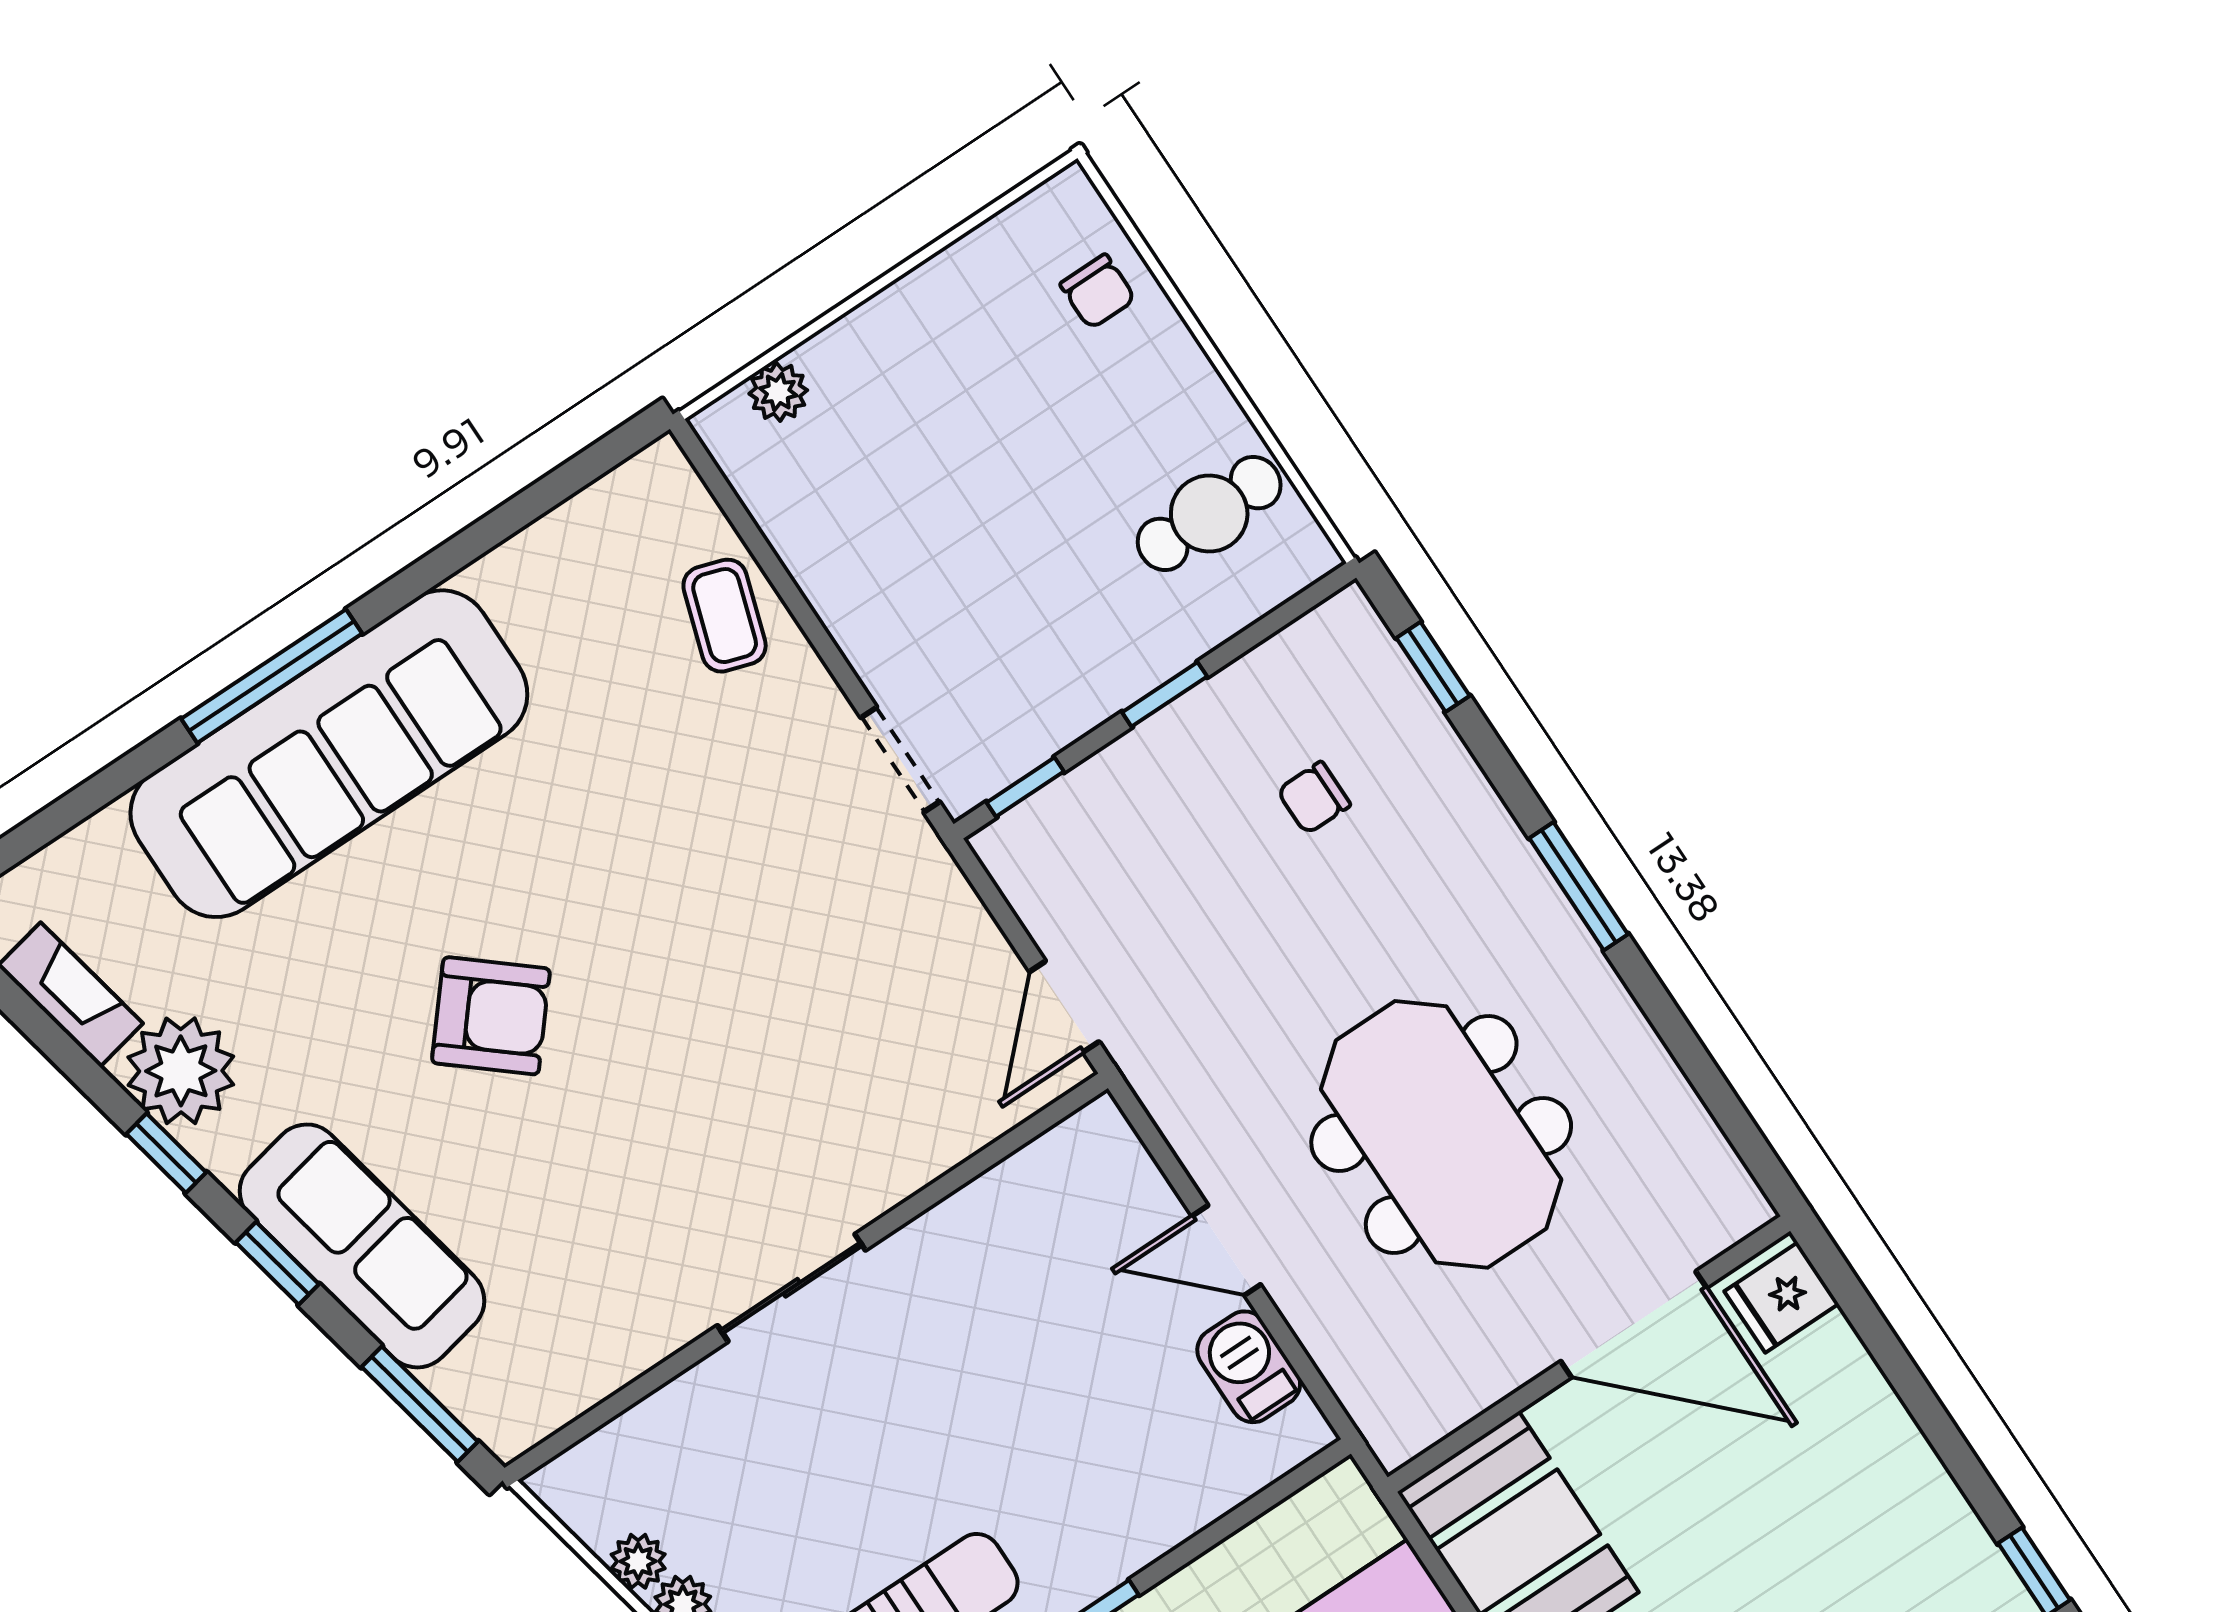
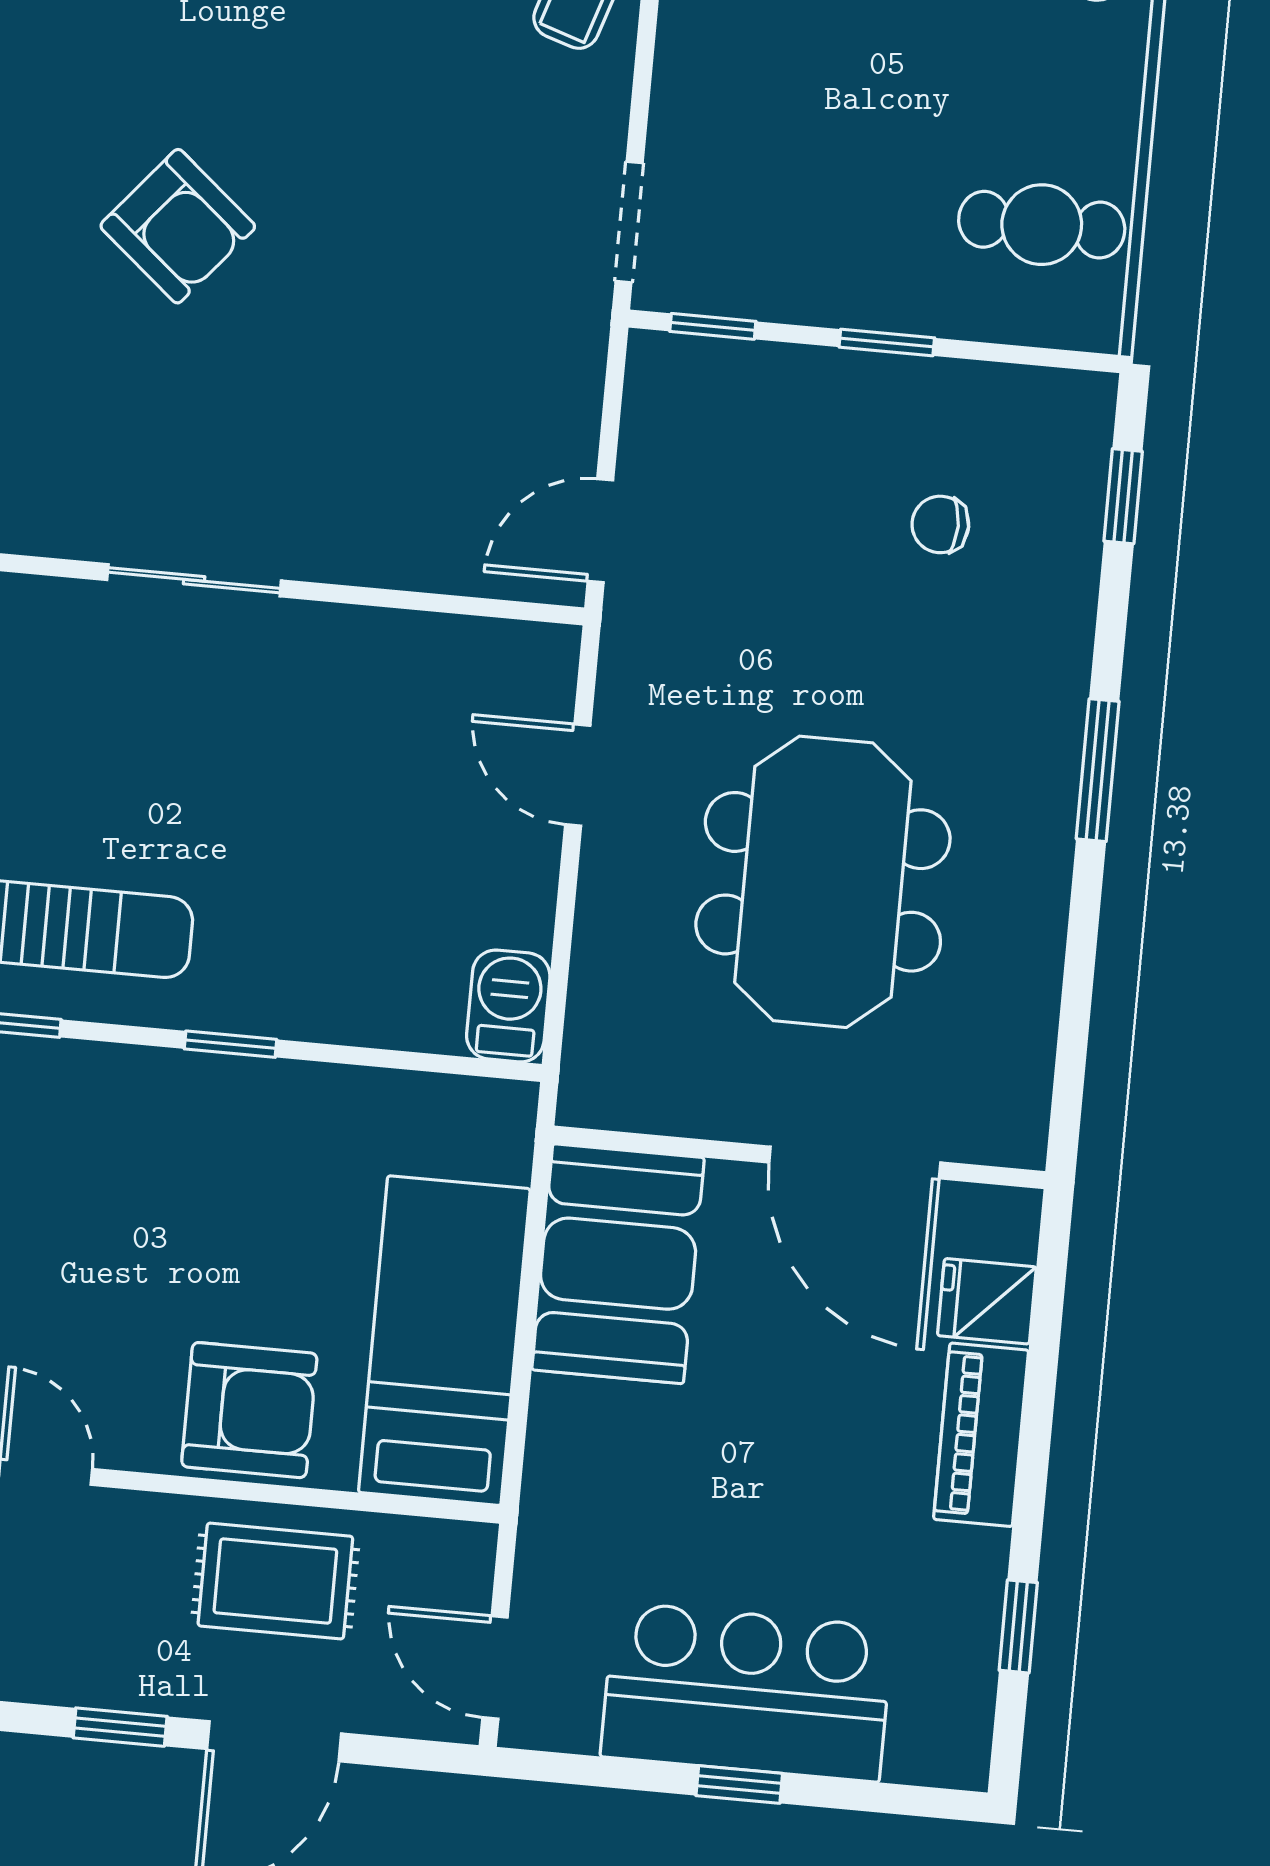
armchair: (491, 1016) -> (178, 226), moved
door: (1226, 1250) -> (578, 775), moved
fridge: (1782, 1298) -> (987, 1301), moved
barbecue: (1249, 1367) -> (508, 1006), moved
piano: (1891, 1451) -> (981, 1435), added

